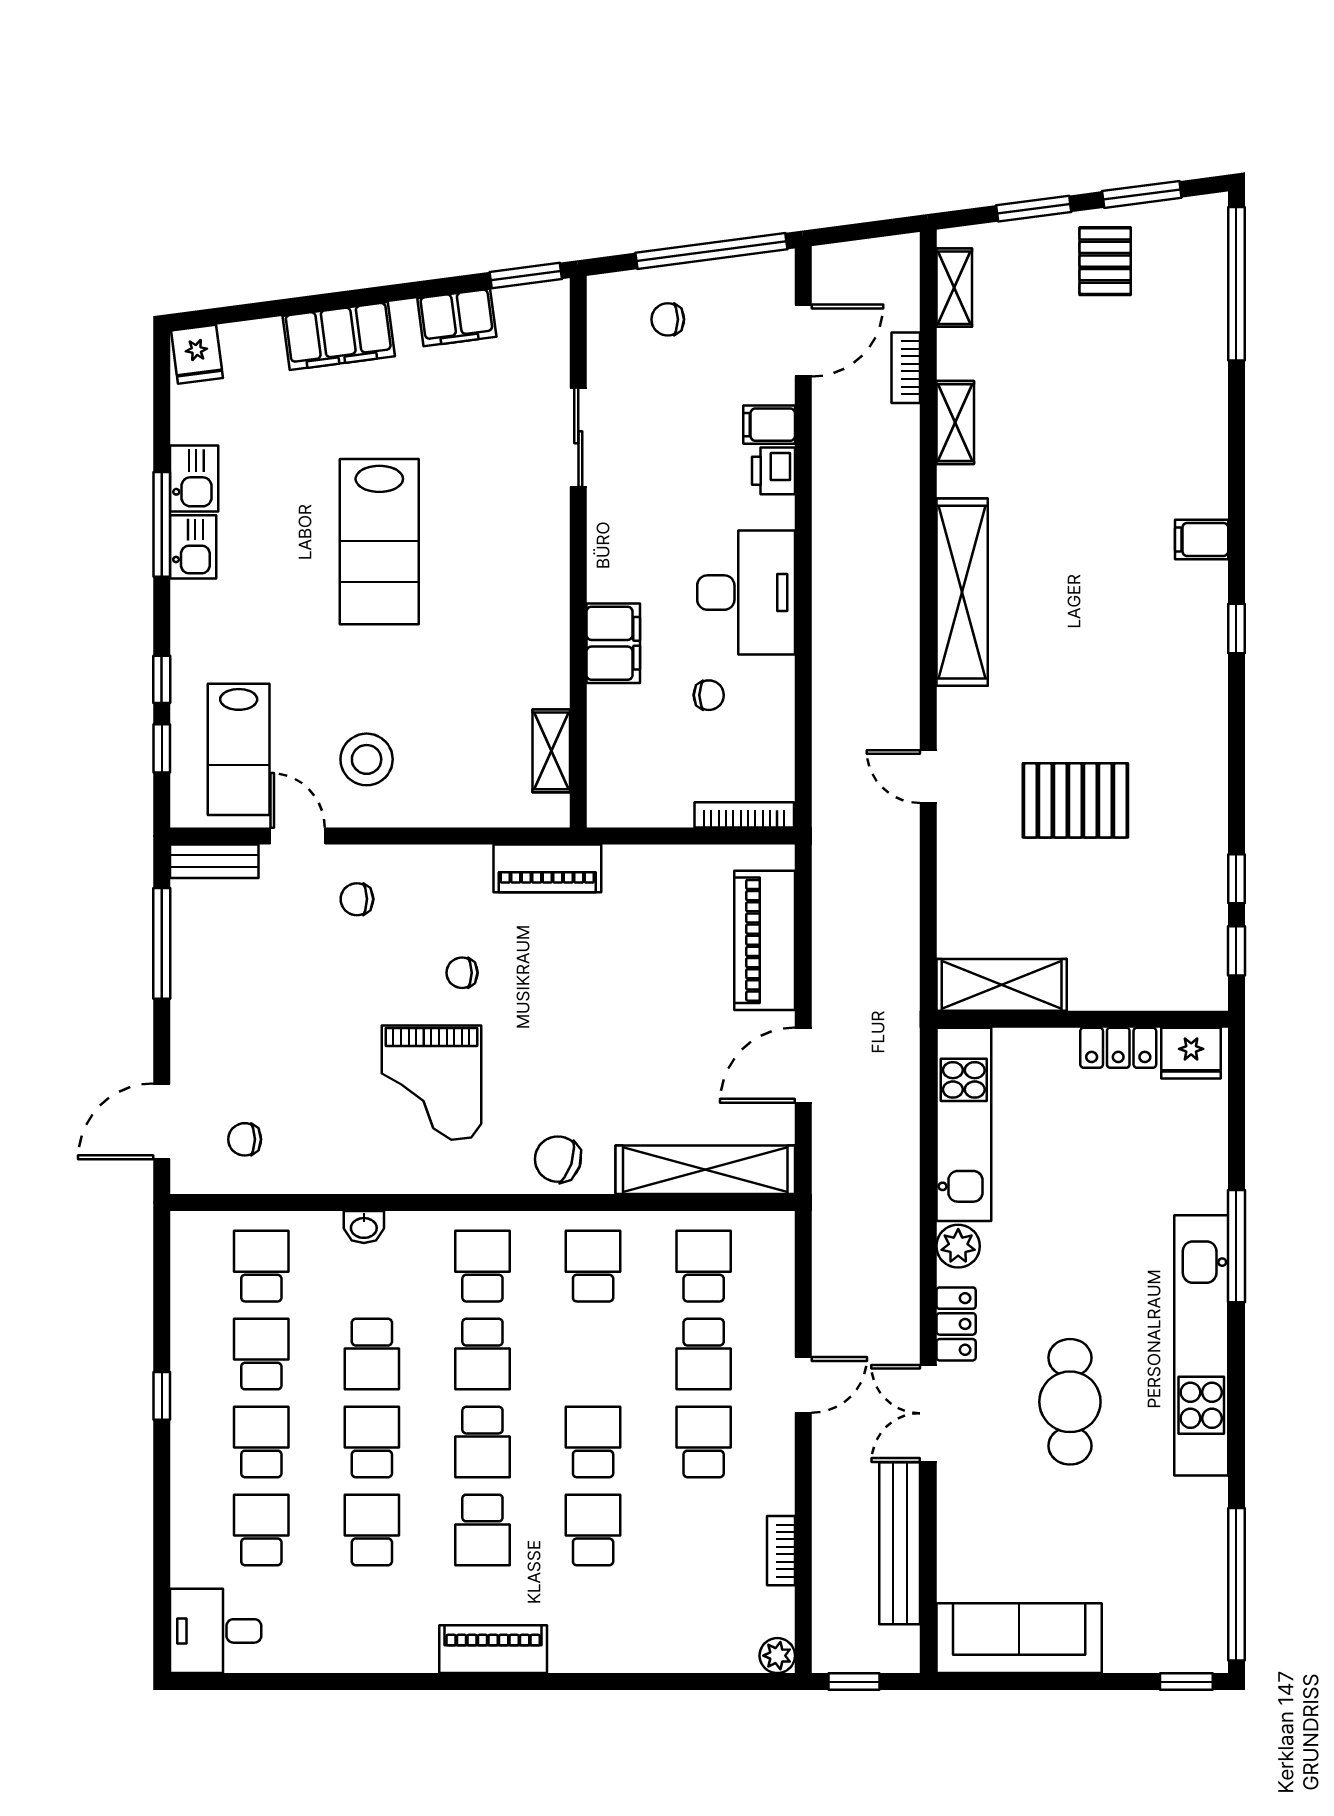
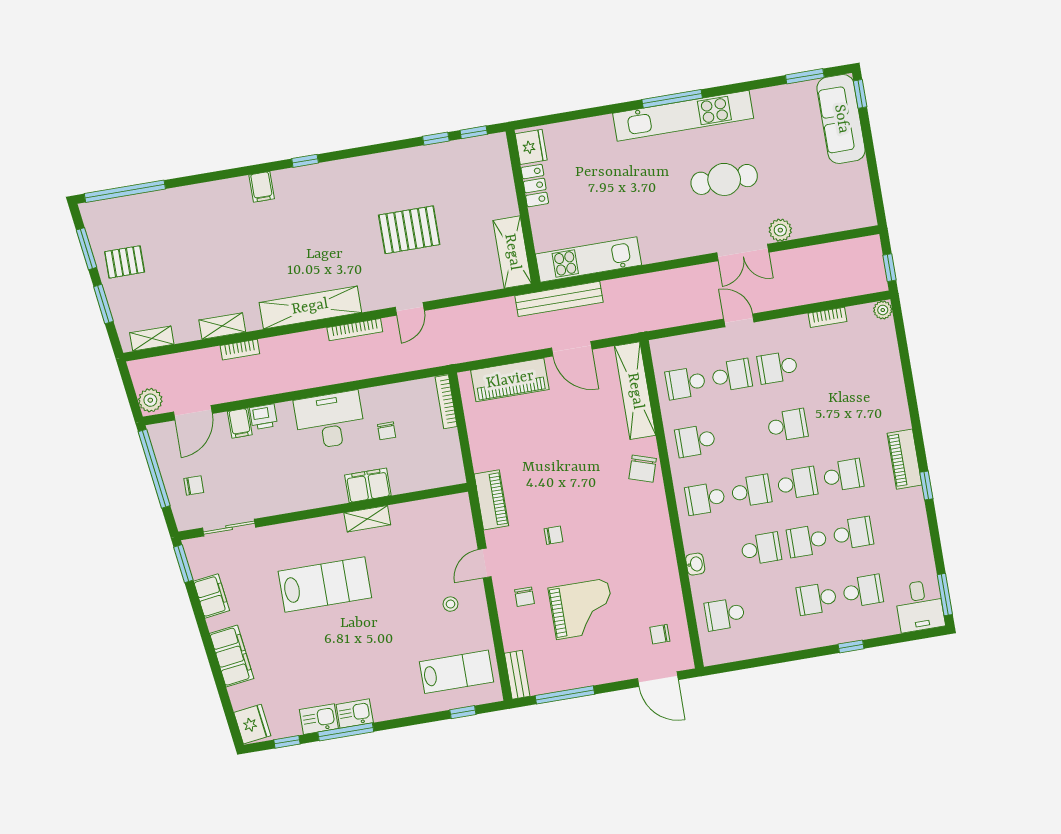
plant: (840, 265) -> (150, 400), added
chair: (668, 319) -> (194, 485), turned -90
door: (803, 341) -> (193, 413), swing flipped
fridge: (197, 354) -> (252, 724), width x1.38
bookcase: (906, 368) -> (240, 350), moved
sliding door: (578, 437) -> (229, 528), moved
lab bench: (379, 542) -> (325, 584), moved
bookcase: (907, 668) -> (355, 330), added
window: (162, 679) -> (287, 742), moved
chair: (709, 695) -> (387, 431), turned 180
shelving: (551, 751) -> (367, 519), moved
stool: (367, 759) -> (450, 604), width x0.53, depth x0.53
pallet: (1075, 800) -> (409, 230), turned 90
door: (298, 836) -> (485, 563), moved
chair: (462, 973) -> (554, 535), turned -90
grand piano: (431, 1083) -> (582, 609), moved
chair: (245, 1139) -> (660, 634), turned 90
plant: (958, 1246) -> (780, 230), moved
window: (1236, 1246) -> (672, 99), moved
locker: (956, 1324) -> (694, 246), removed
school desk: (261, 1354) -> (771, 606), removed
window: (162, 1396) -> (851, 646), moved
school desk: (593, 1442) -> (787, 425), turned 180
school desk: (261, 1530) -> (863, 591), turned 180
school desk: (372, 1530) -> (853, 533), turned 180
school desk: (593, 1530) -> (833, 417), removed
bench: (900, 1543) -> (559, 299), moved
window: (1236, 1584) -> (805, 76), width x0.47
sofa: (1019, 1638) -> (841, 119), moved
window: (229, 1682) -> (945, 595), added
window: (437, 1682) -> (926, 486), added

